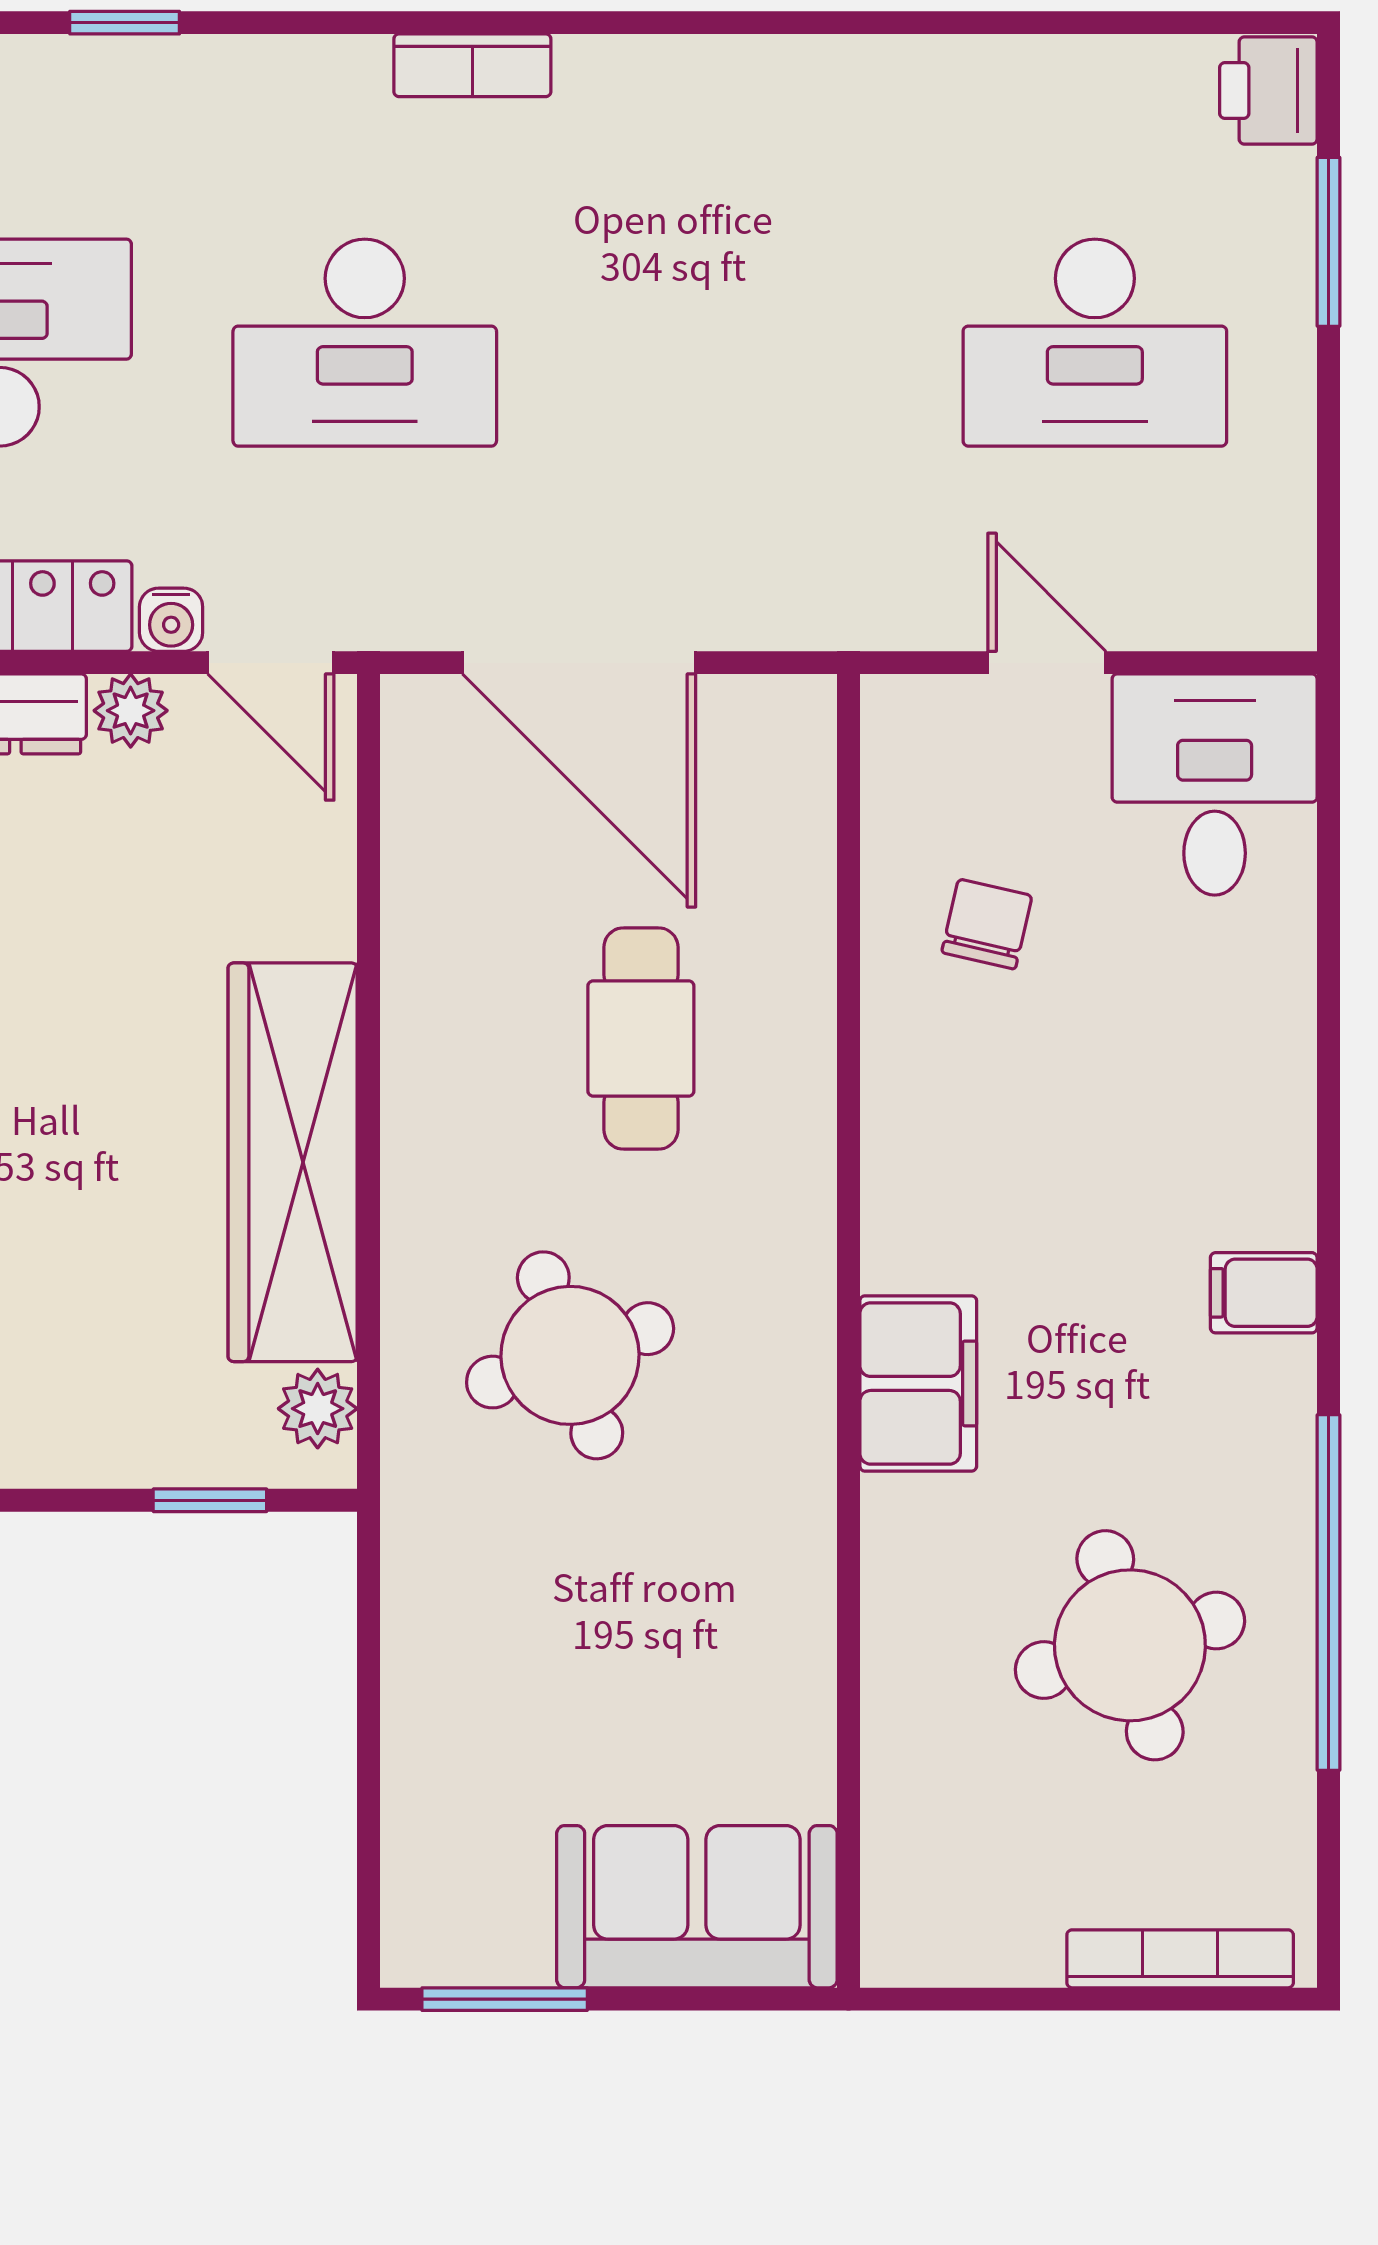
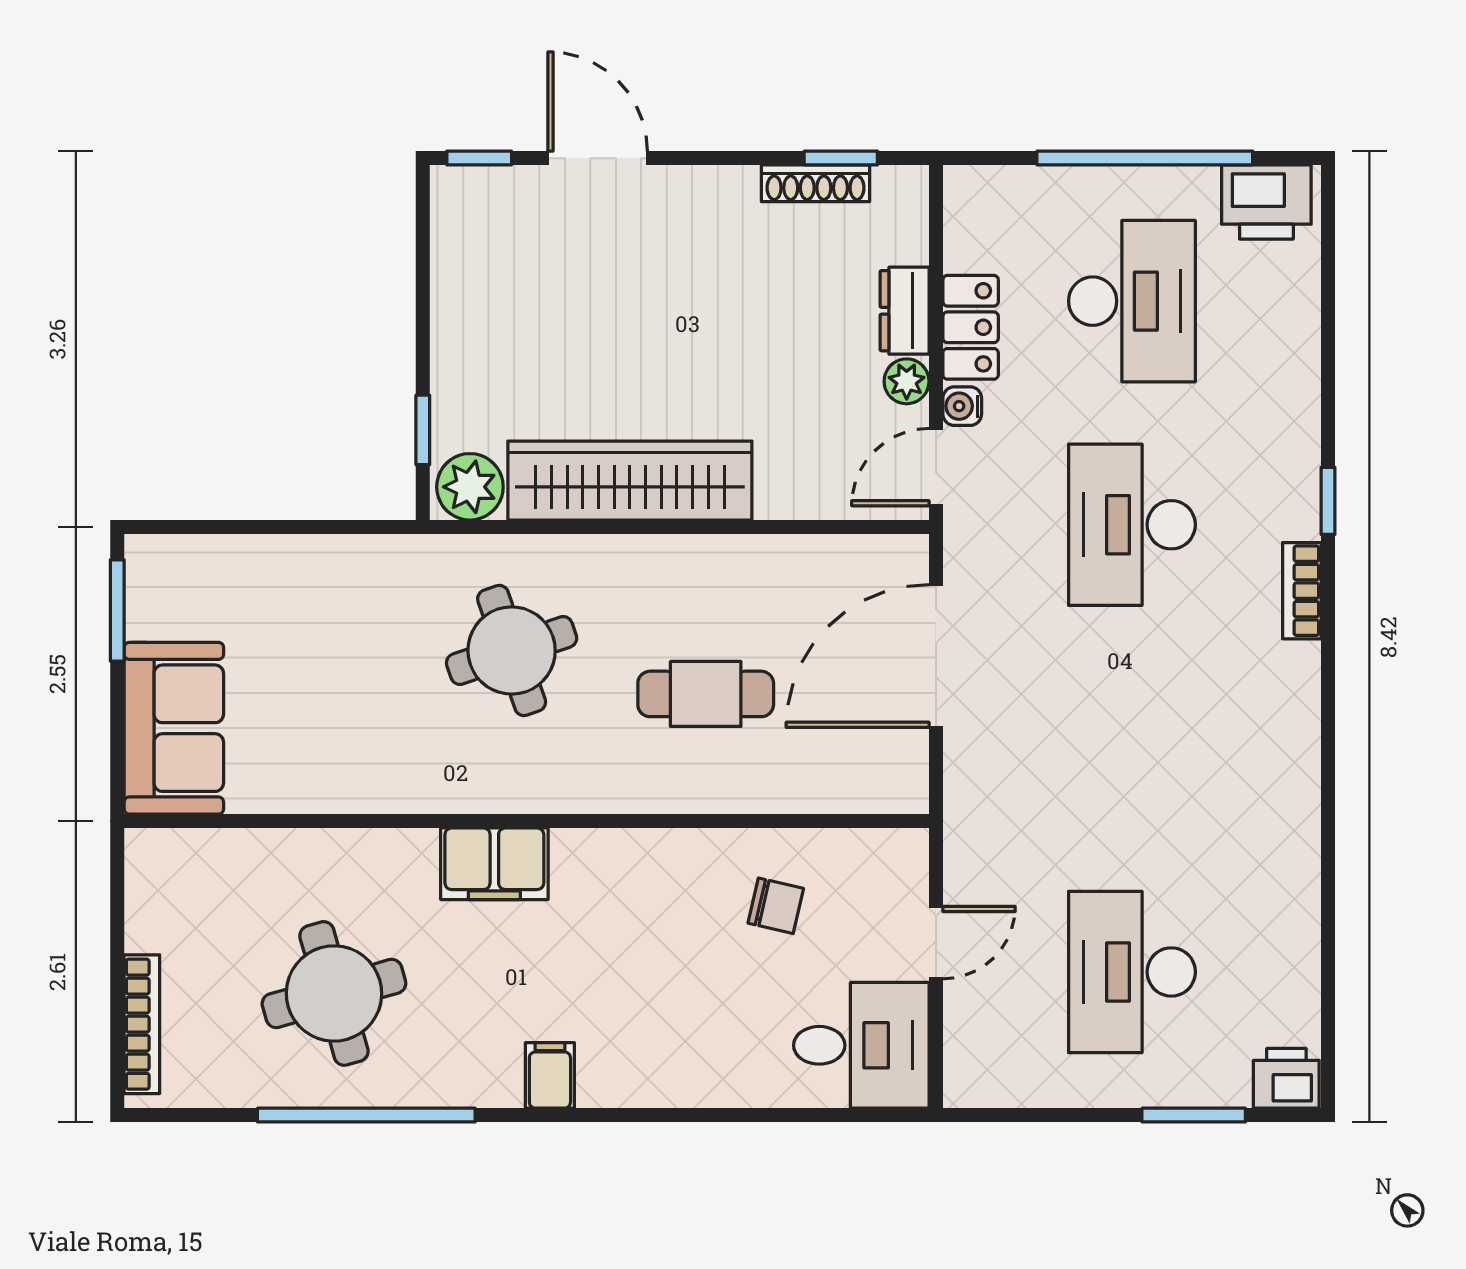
window: (125, 23) -> (1328, 501), moved
plant: (318, 1409) -> (470, 487), width x1.38, depth x1.38

